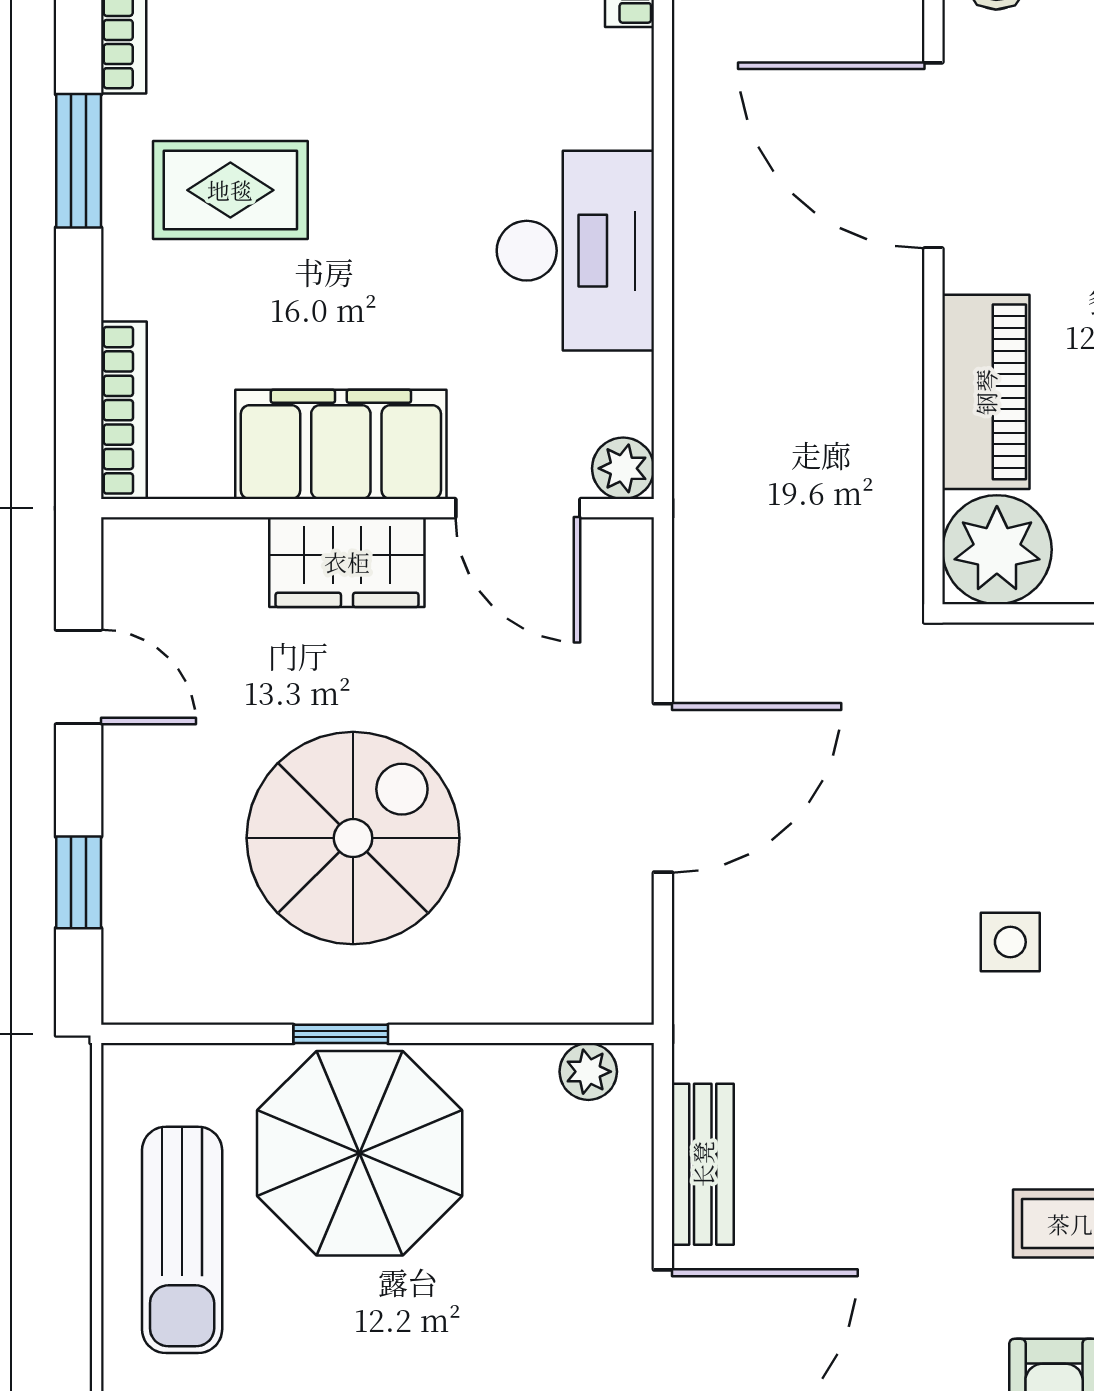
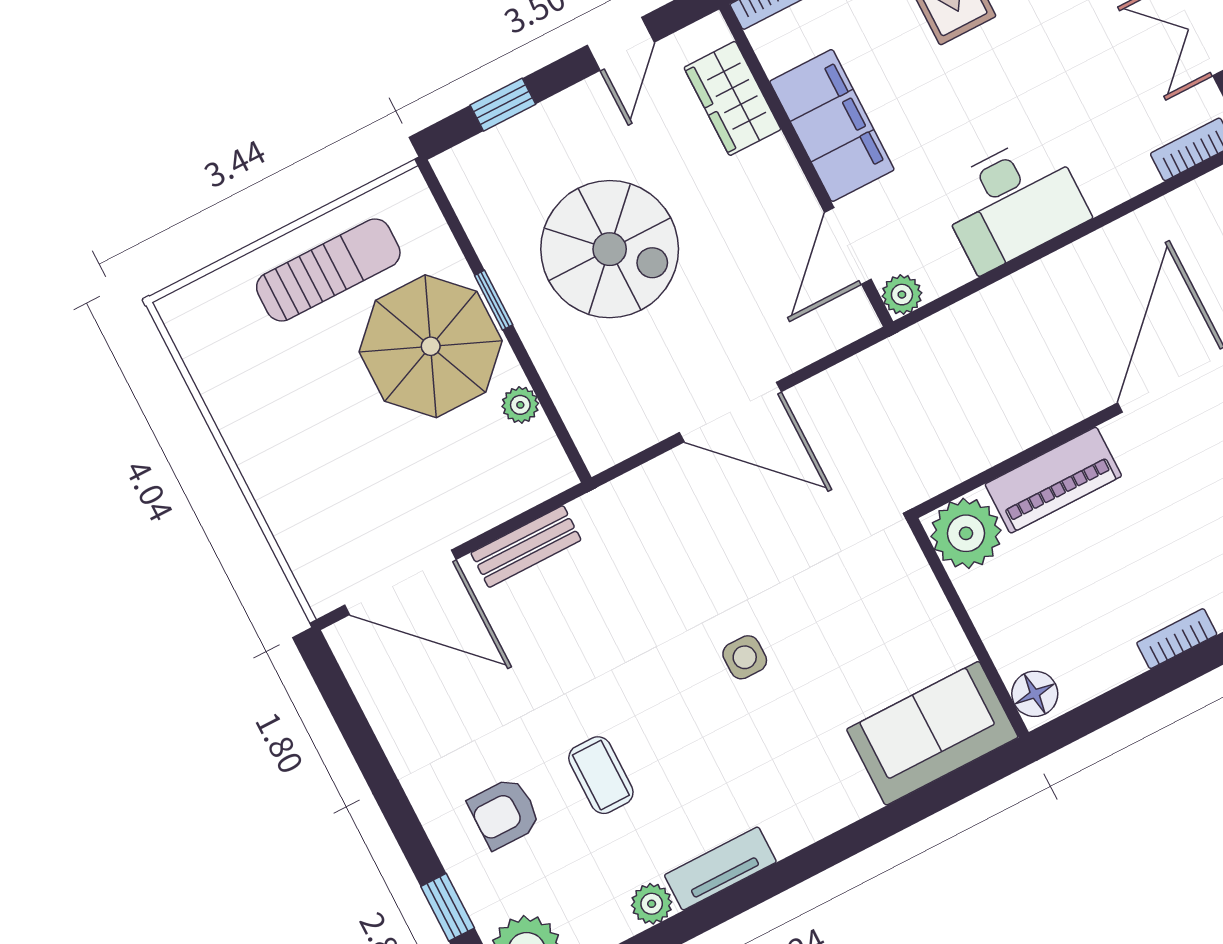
wardrobe: (347, 562) -> (732, 98), moved
plant: (588, 1072) -> (520, 405), moved
sun lounger: (182, 1240) -> (328, 270), turned 180

